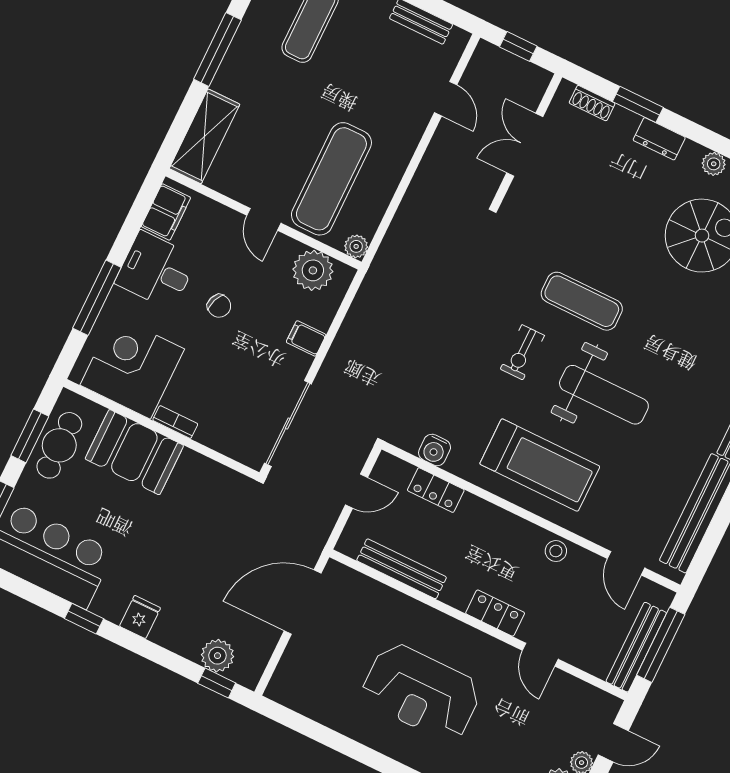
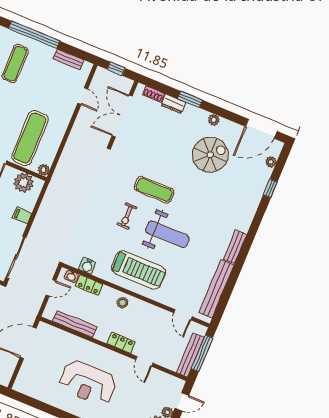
window: (638, 104) -> (190, 99), moved
dresser: (659, 139) -> (174, 104), moved
double door: (525, 145) -> (122, 116), width x1.37
washbasin: (400, 470) -> (71, 276), added
stool: (556, 551) -> (122, 303), moved

